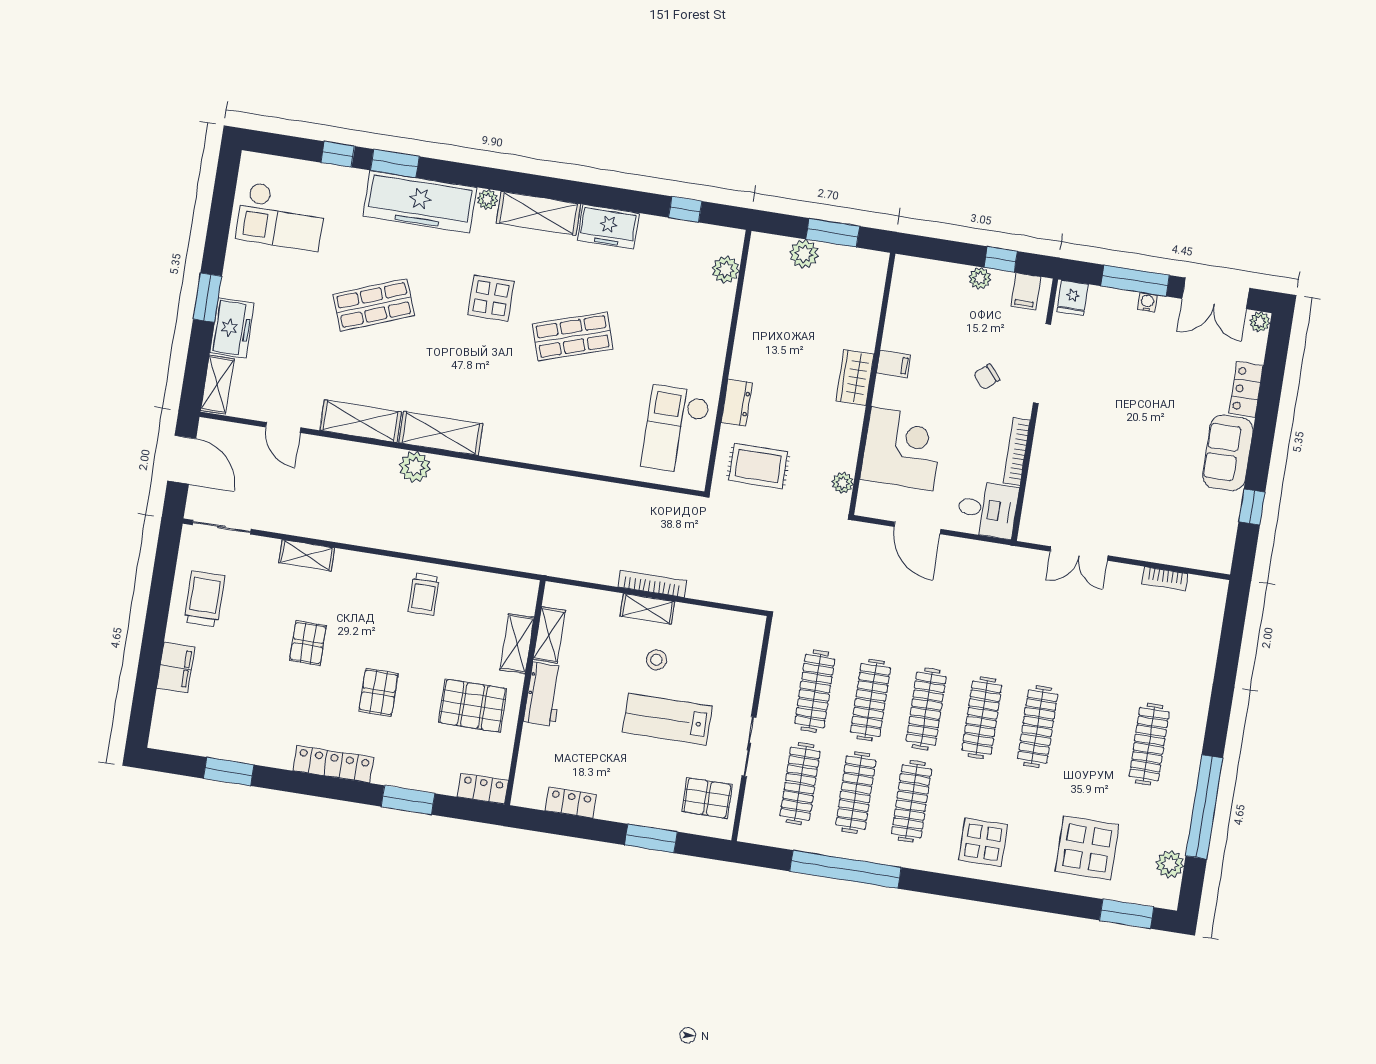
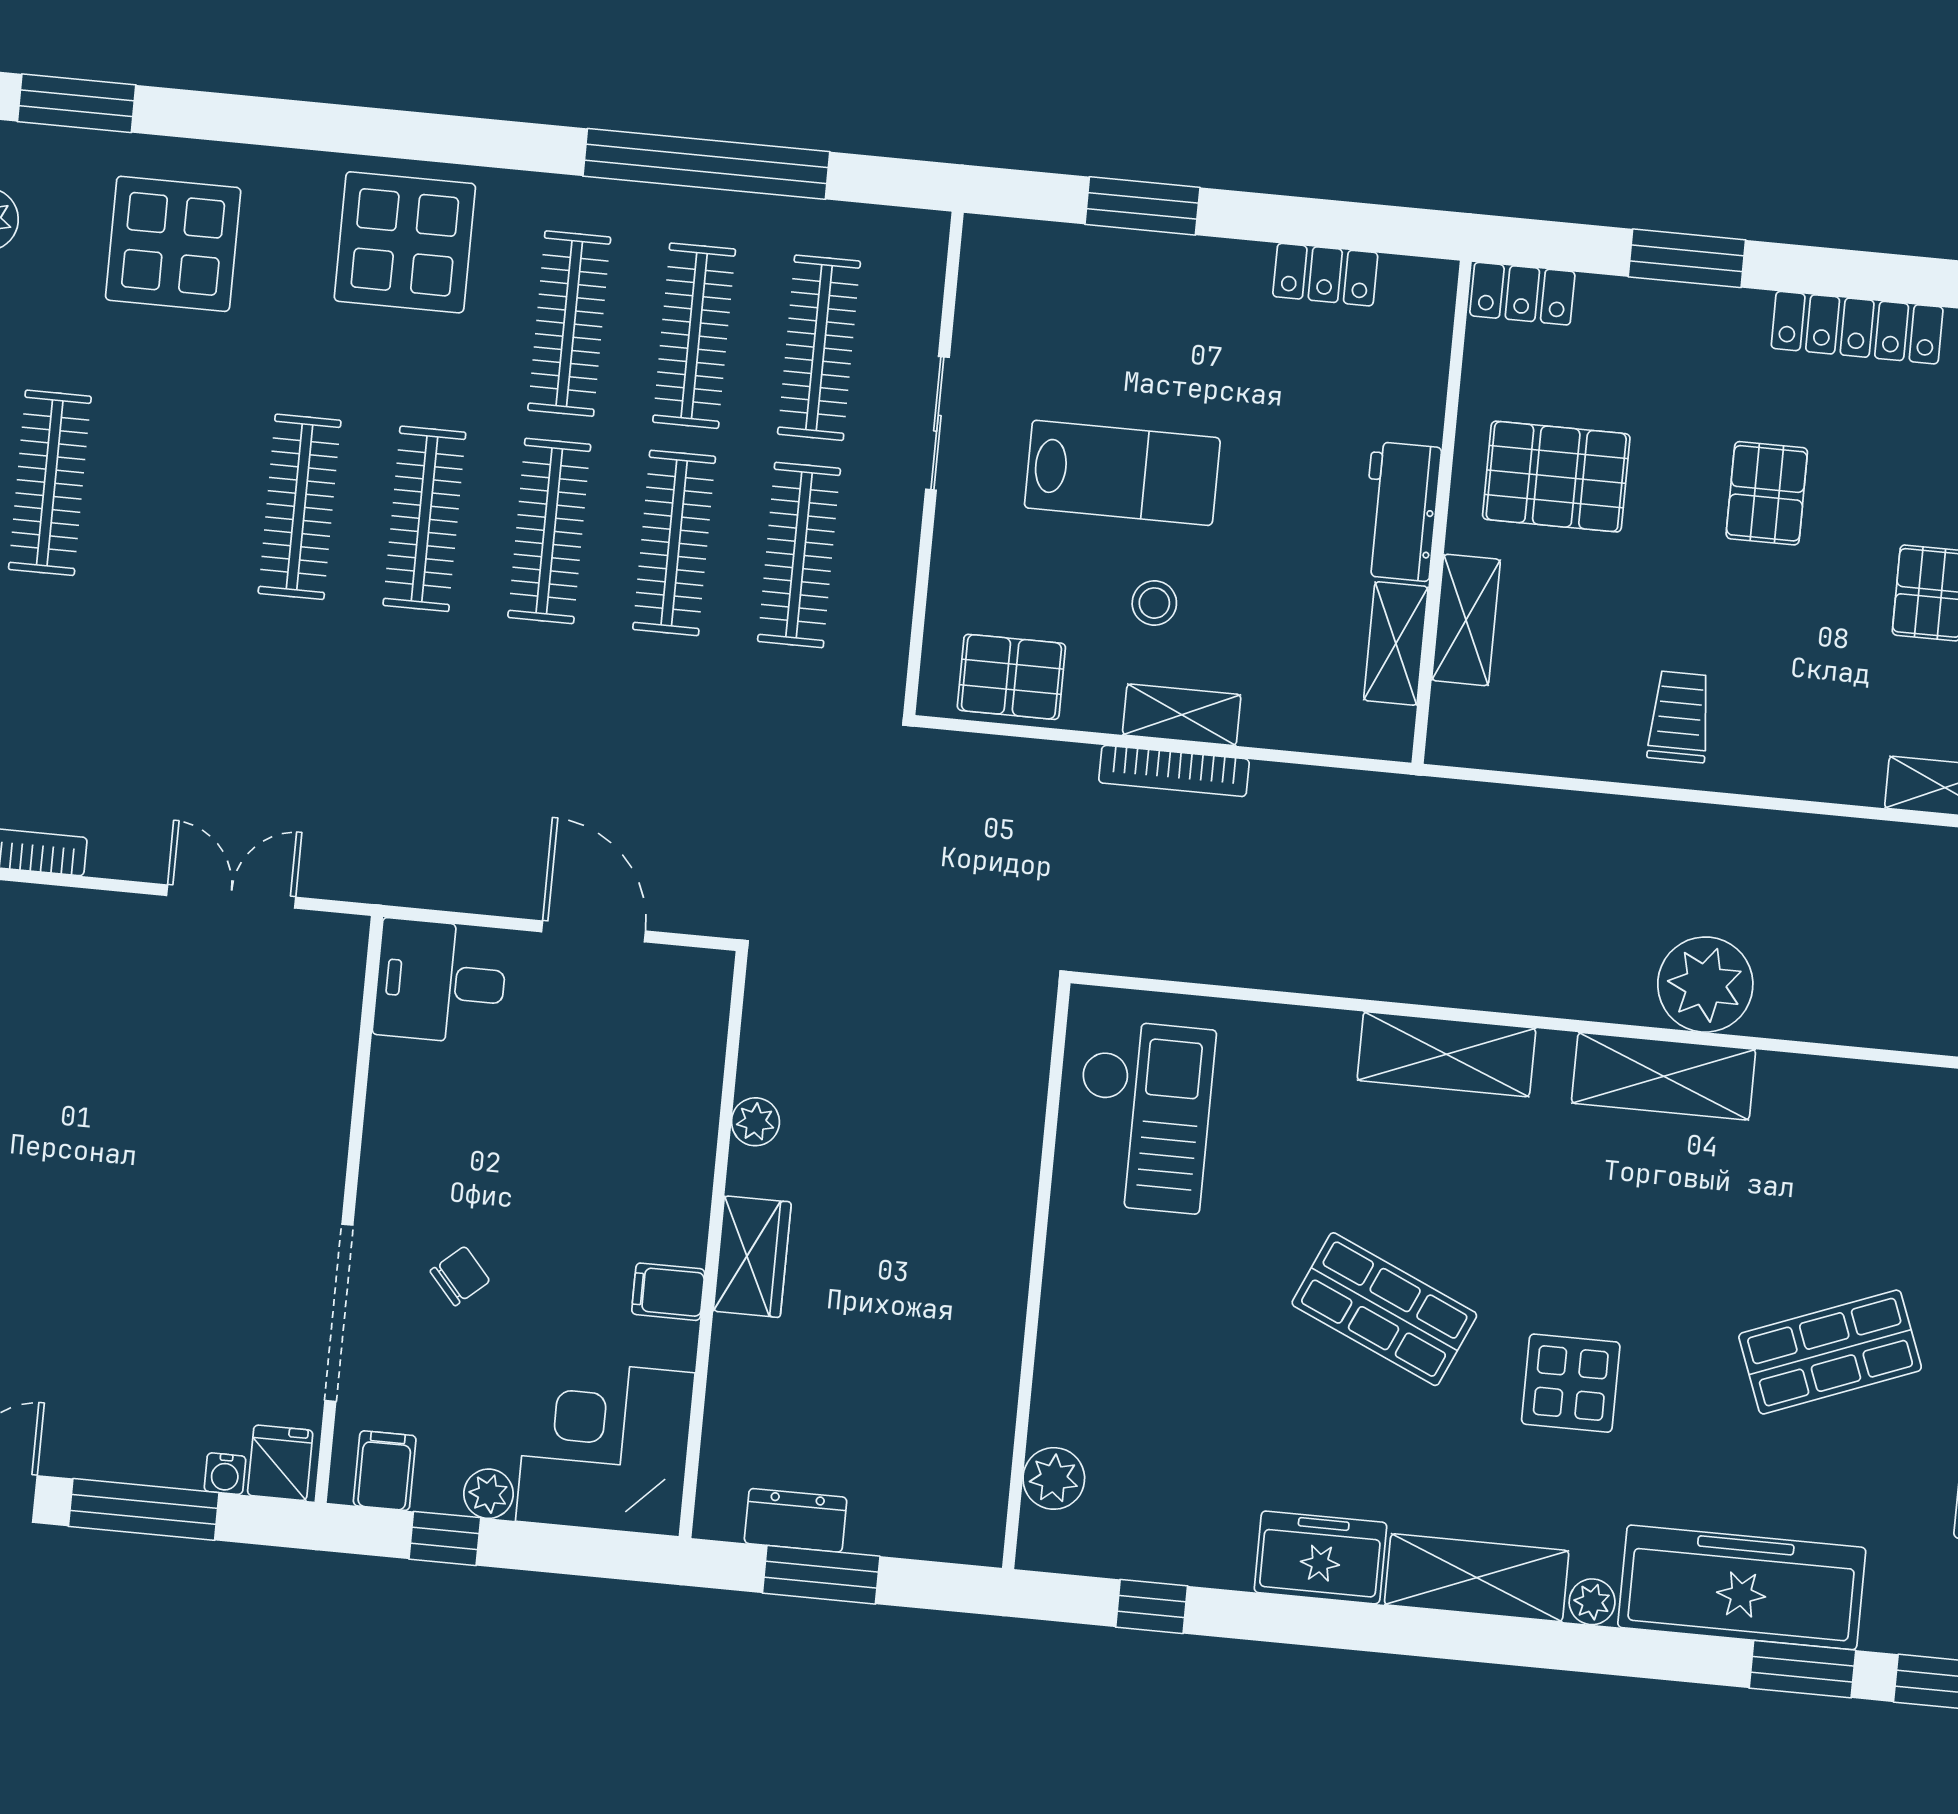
plant: (804, 254) -> (882, 1524), removed
water cooler: (1147, 302) -> (225, 1474), moved
shop shelf: (573, 337) -> (1384, 1309), turned 42
dresser: (737, 403) -> (796, 1520), moved, turned 90
shelving: (360, 421) -> (1446, 1054), moved
corner desk: (902, 449) -> (605, 1447), moved, turned 90
bookcase: (1017, 452) -> (383, 1114), removed
rug: (758, 466) -> (955, 1047), removed
plant: (415, 467) -> (1705, 985), width x1.36, depth x1.36
plant: (843, 483) -> (755, 1122), moved
pallet: (707, 798) -> (1011, 677), moved
display table: (983, 842) -> (405, 242), width x1.36, depth x1.36

